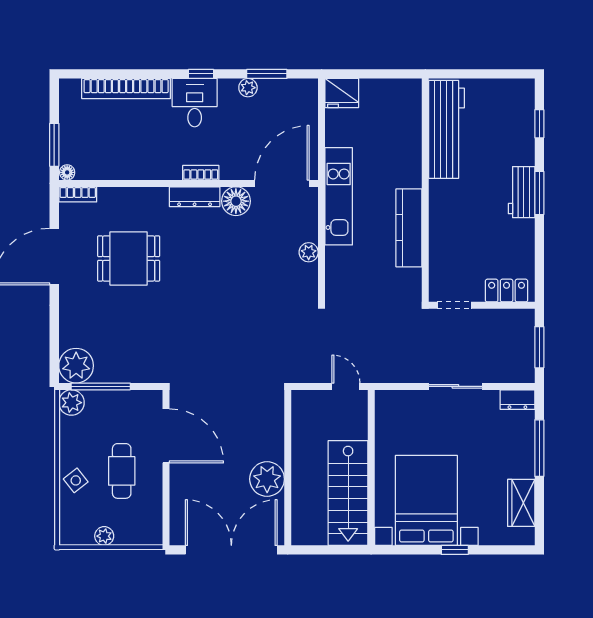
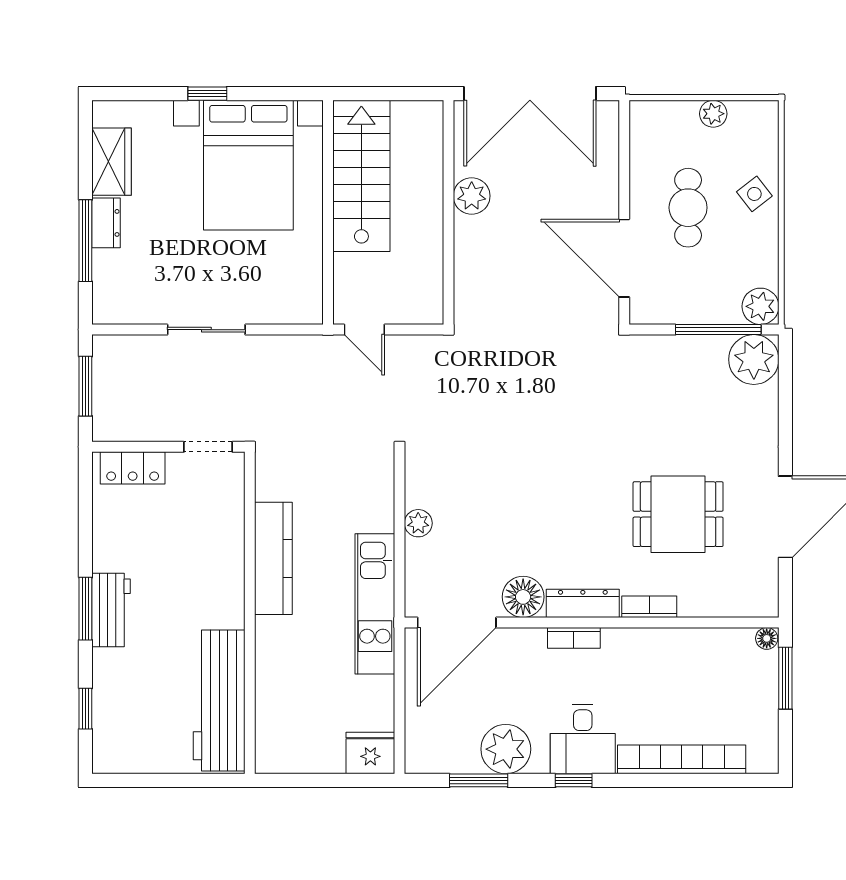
plant: (248, 88) -> (506, 749), width x1.88, depth x1.88
bookcase: (78, 194) -> (649, 607), moved
dresser: (517, 400) -> (106, 223), moved, turned 90
plant: (267, 479) -> (472, 196), width x0.73, depth x0.73

